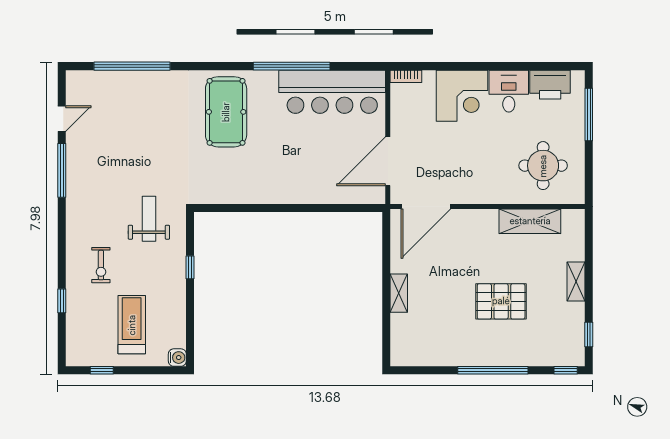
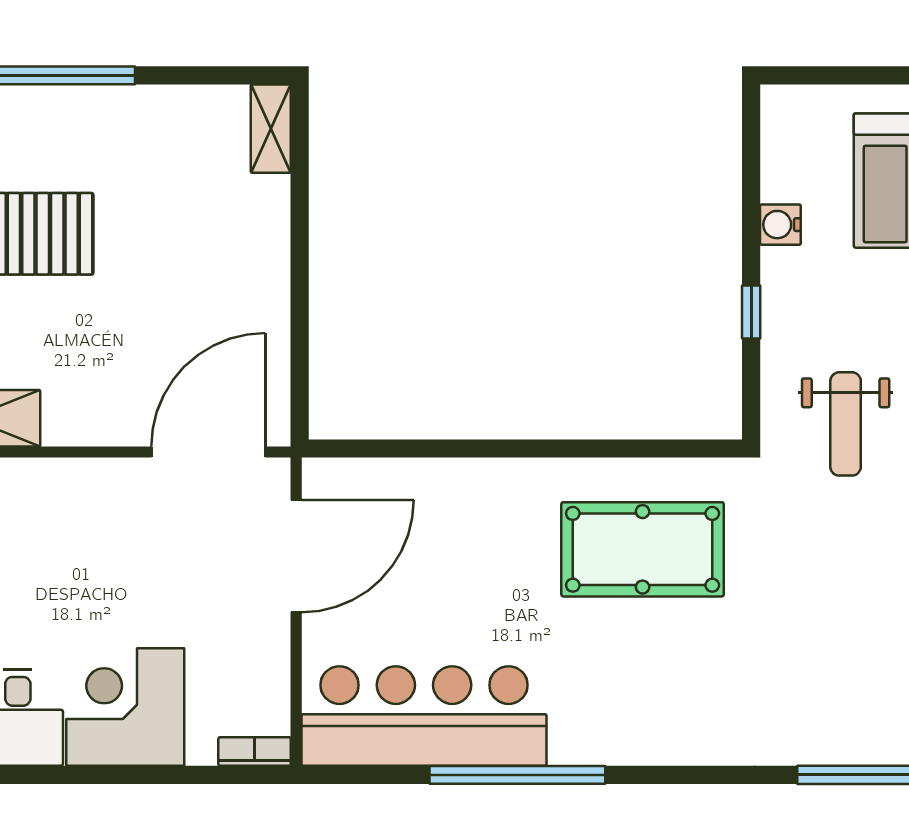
pool table: (226, 112) -> (643, 549), moved, turned 90
shelving: (399, 293) -> (271, 129), moved
water cooler: (177, 358) -> (780, 225), moved

